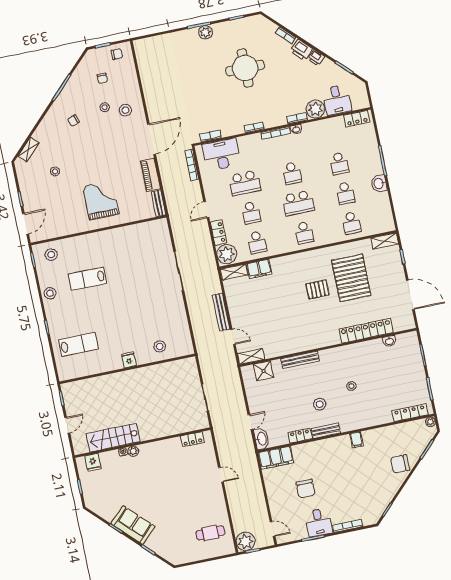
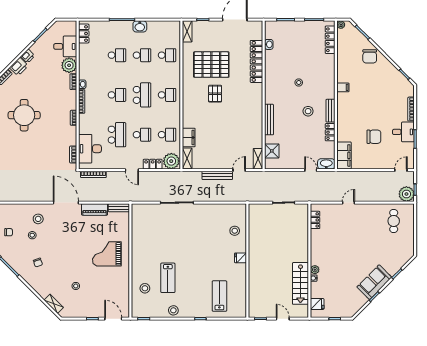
stool: (51, 255) -> (145, 288), moved

